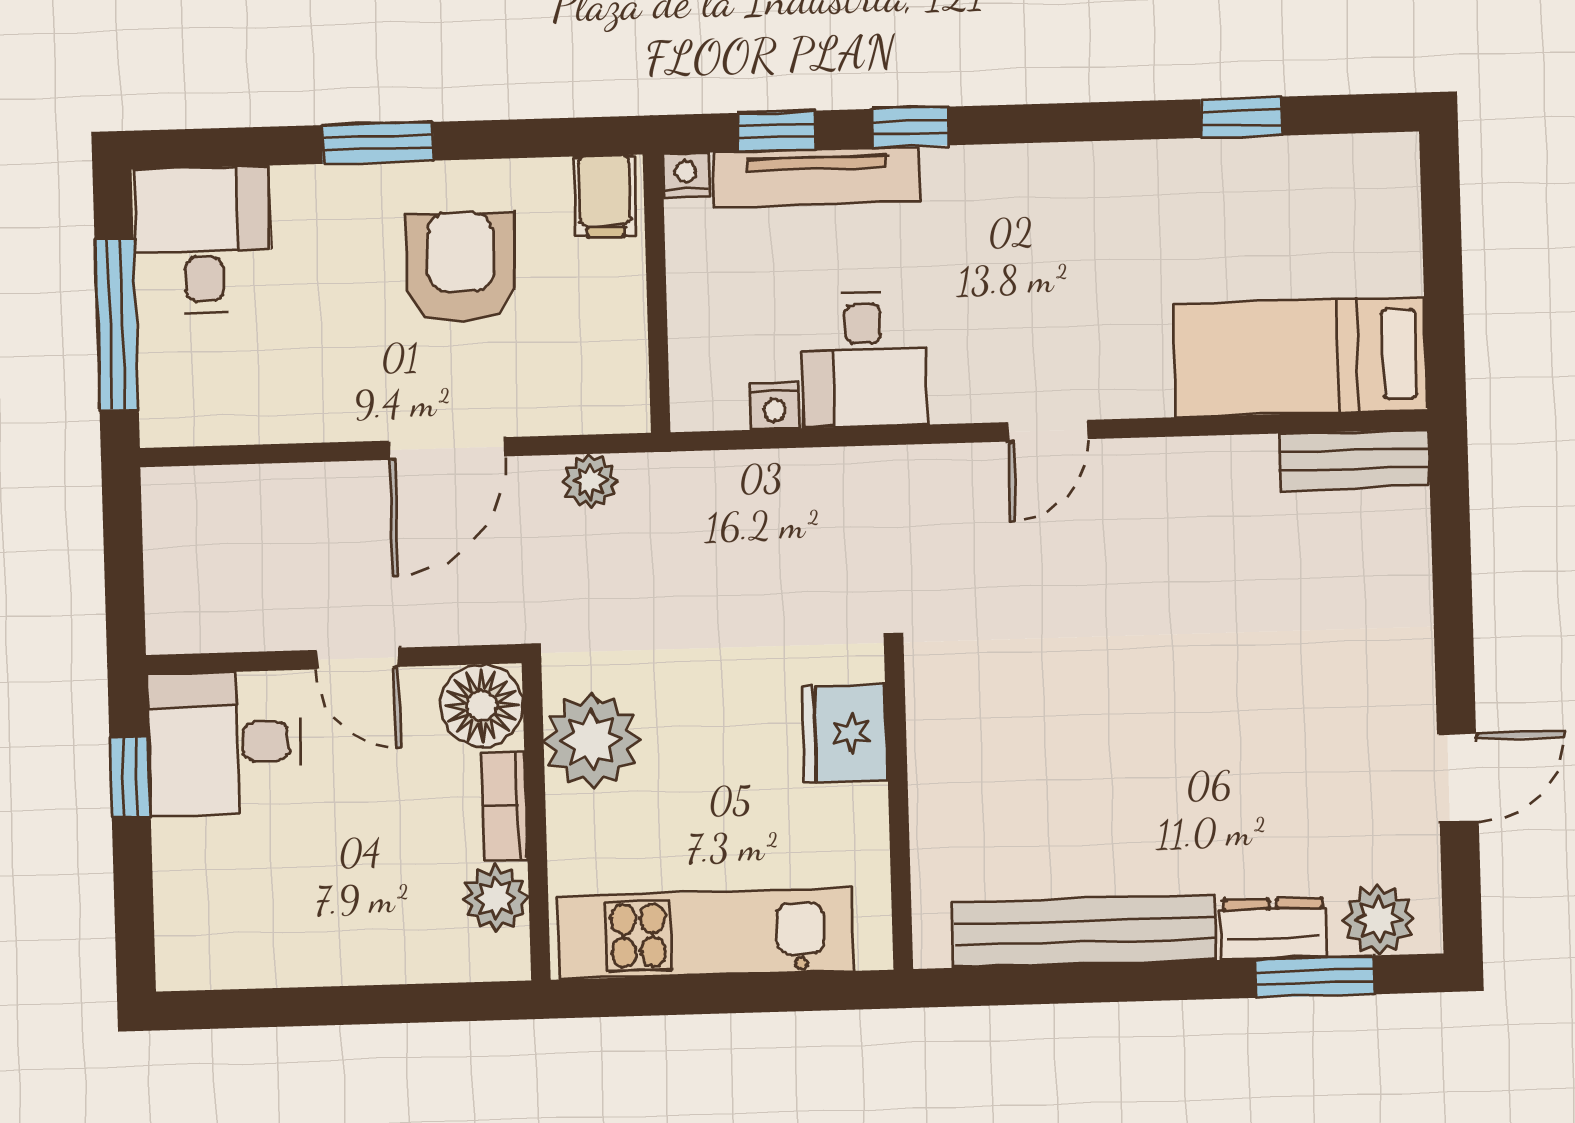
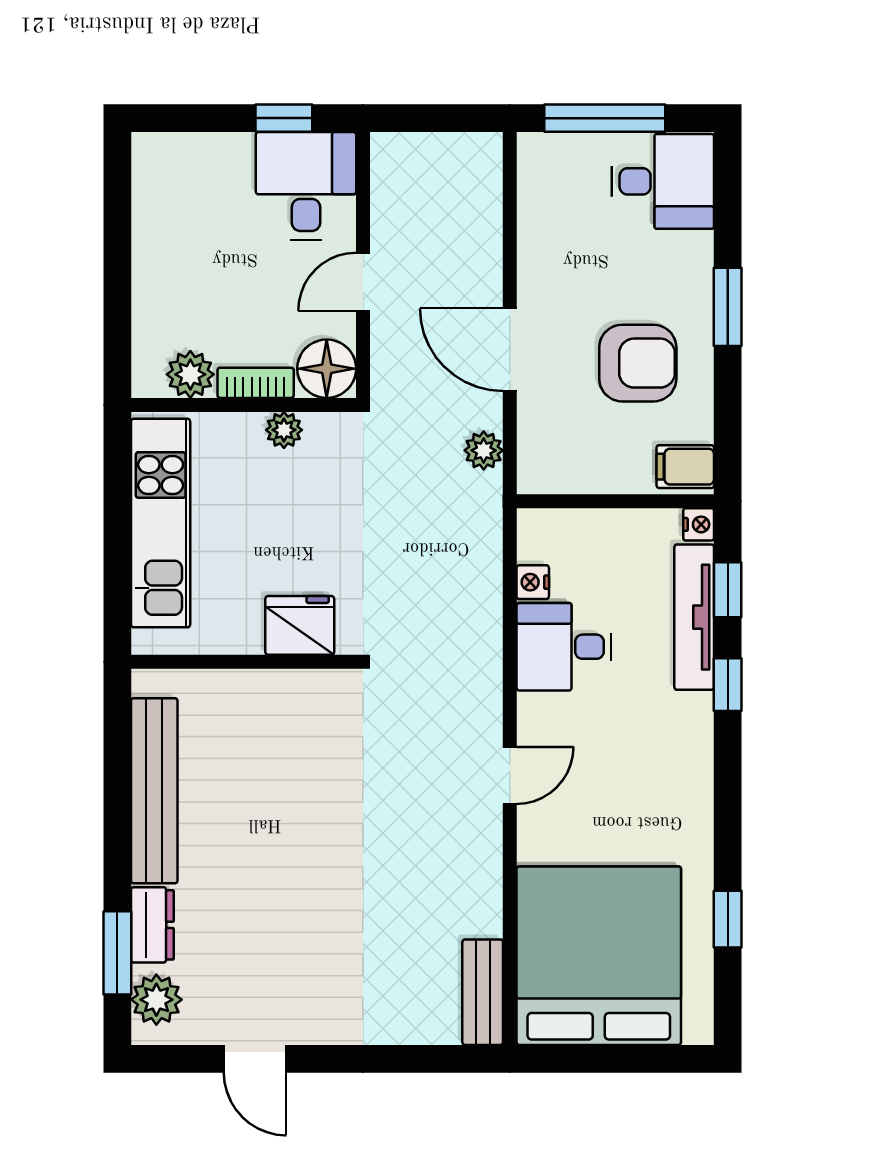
bed: (1300, 357) -> (599, 956), width x2.04
door: (1048, 431) -> (510, 775), swing flipped
plant: (592, 740) -> (284, 430), width x0.53, depth x0.53

